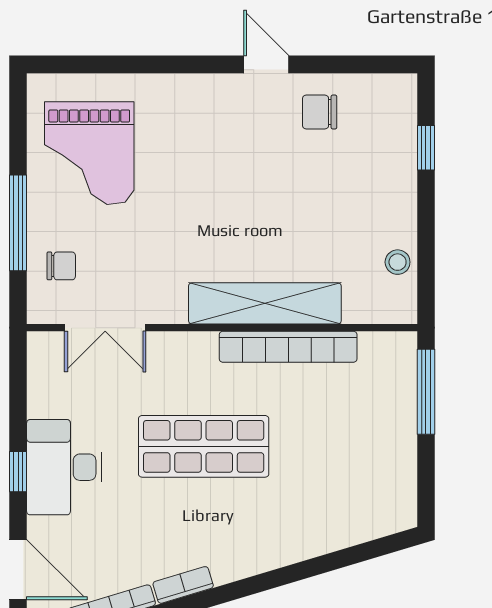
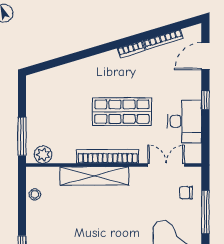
bookcase: (288, 347) -> (108, 156), moved
plant: (379, 351) -> (43, 155), added
desk: (64, 467) -> (185, 121), moved
door: (18, 570) -> (205, 56), hinge flipped

